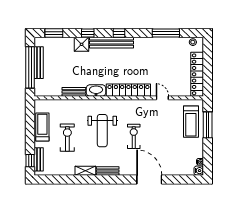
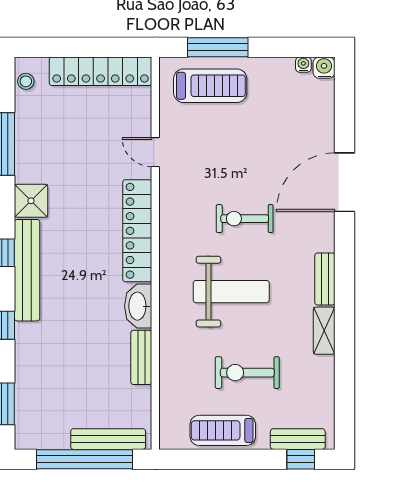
shower: (82, 44) -> (31, 201), moved
bench: (39, 63) -> (108, 439), moved
door: (162, 98) -> (155, 152), hinge flipped

